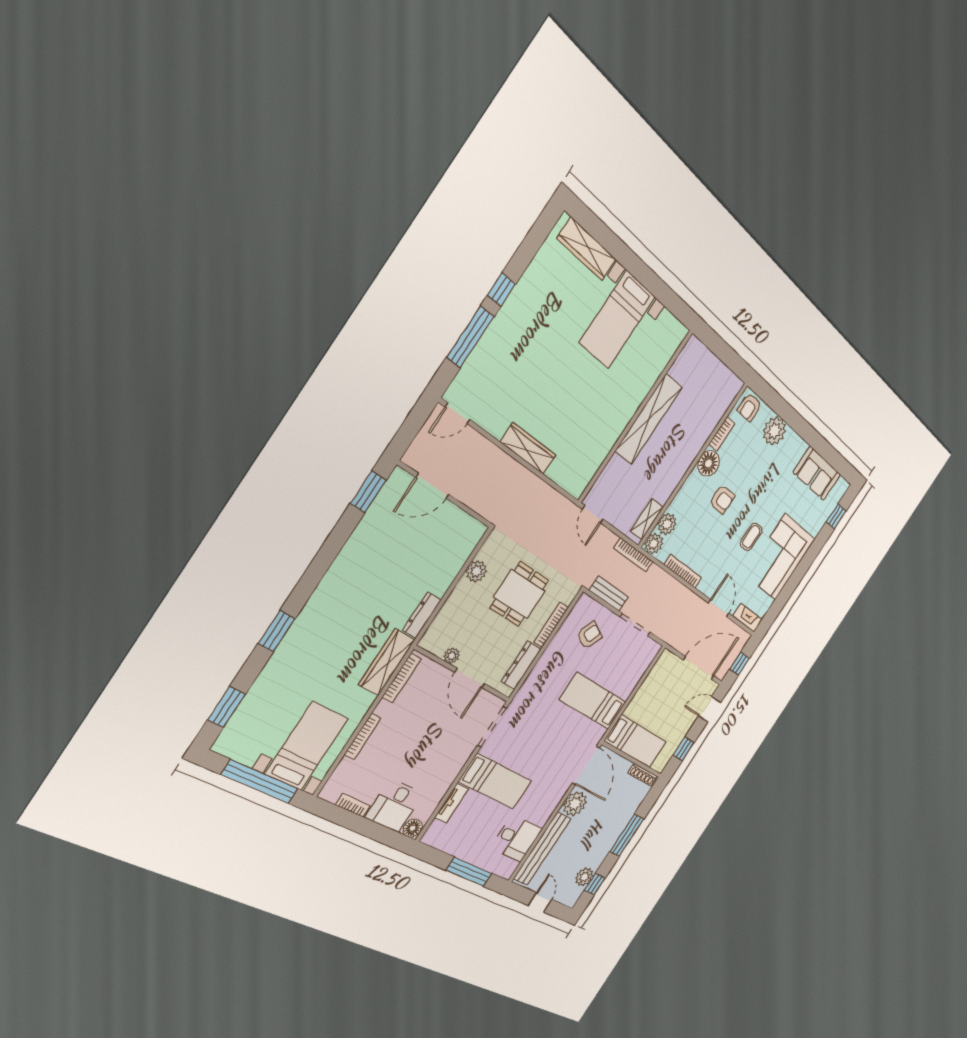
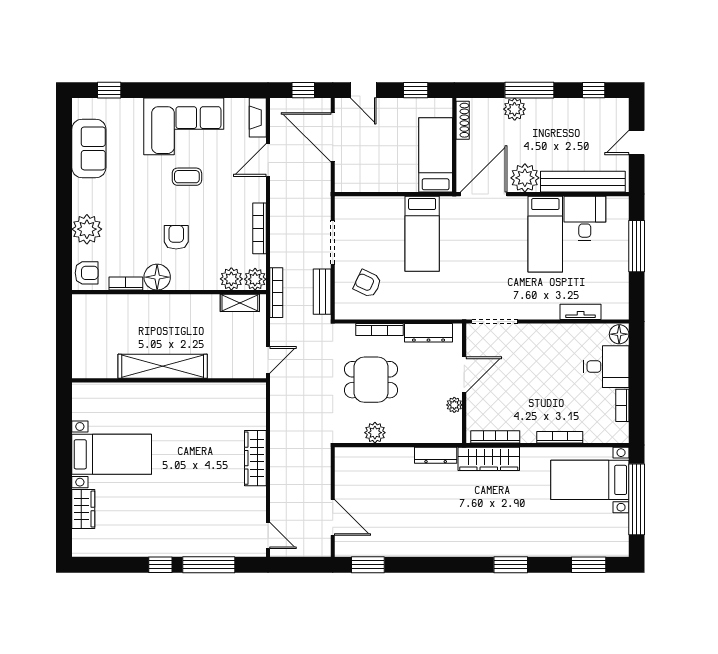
wardrobe: (587, 249) -> (83, 509), width x0.67
bed: (495, 781) -> (545, 234), moved, turned 180
plant: (584, 877) -> (515, 109), moved

